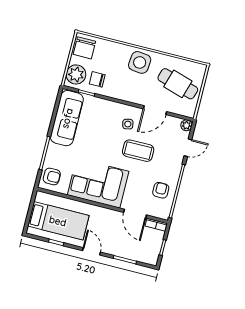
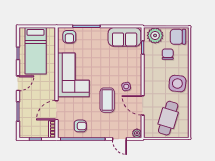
chair: (97, 79) -> (168, 54), moved
sofa: (67, 118) -> (125, 37), width x0.73

